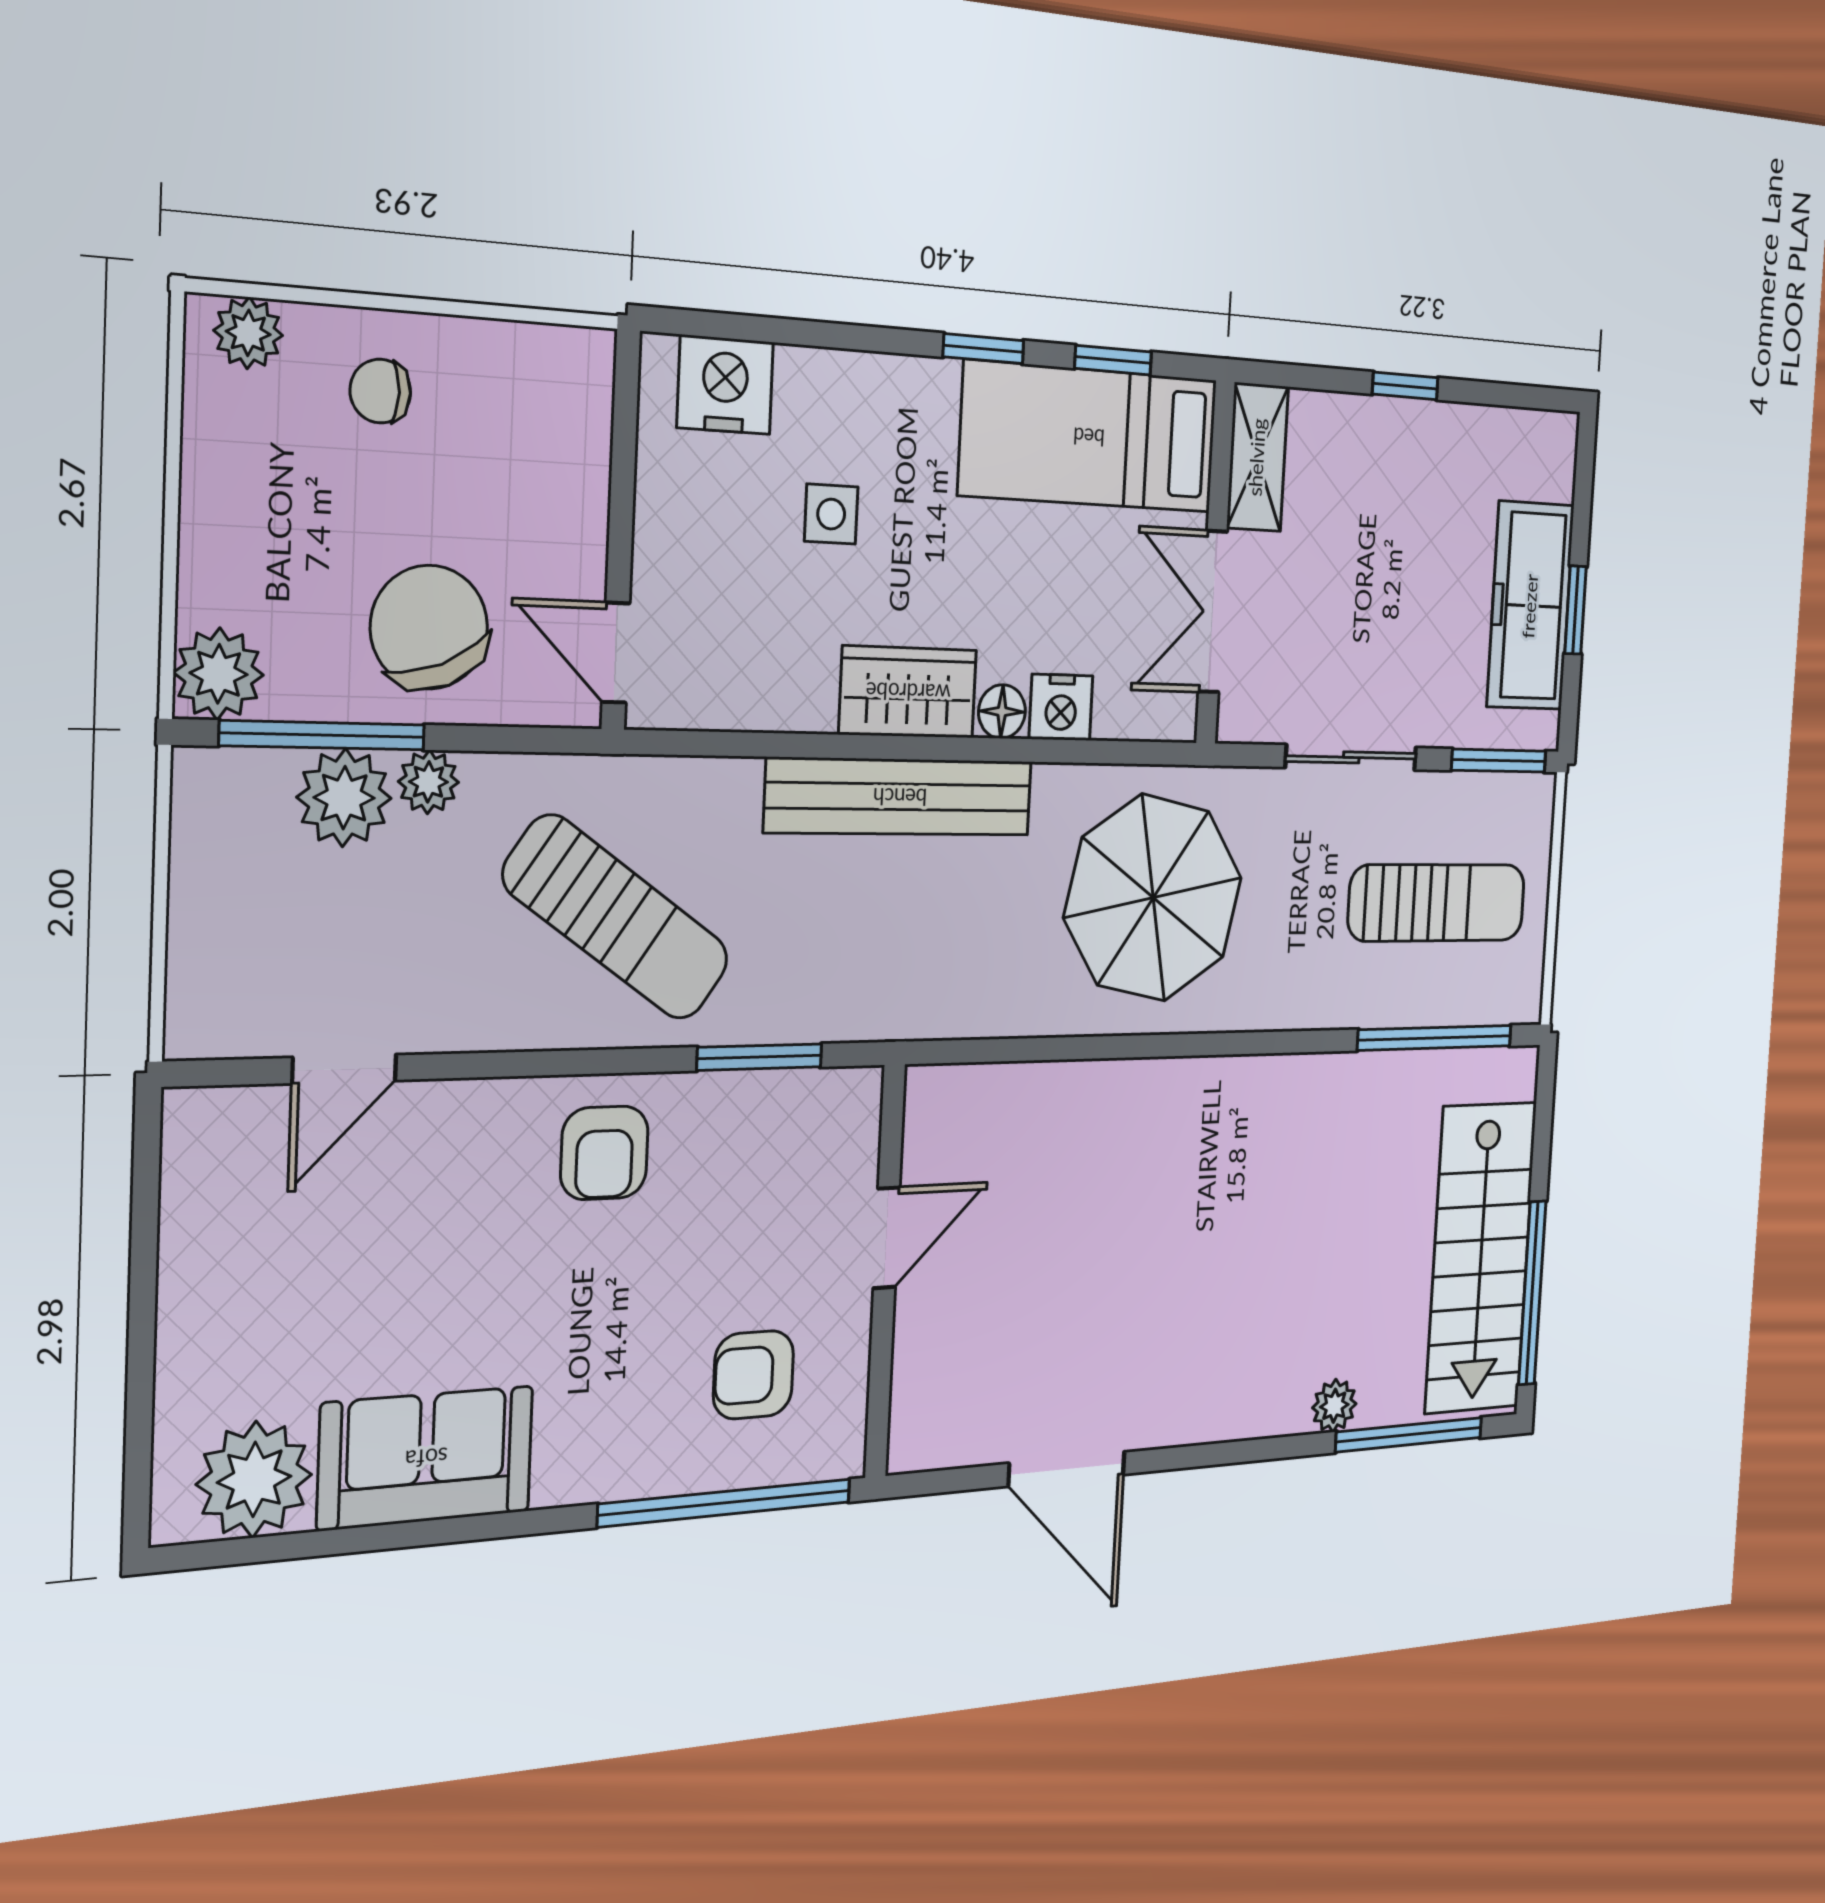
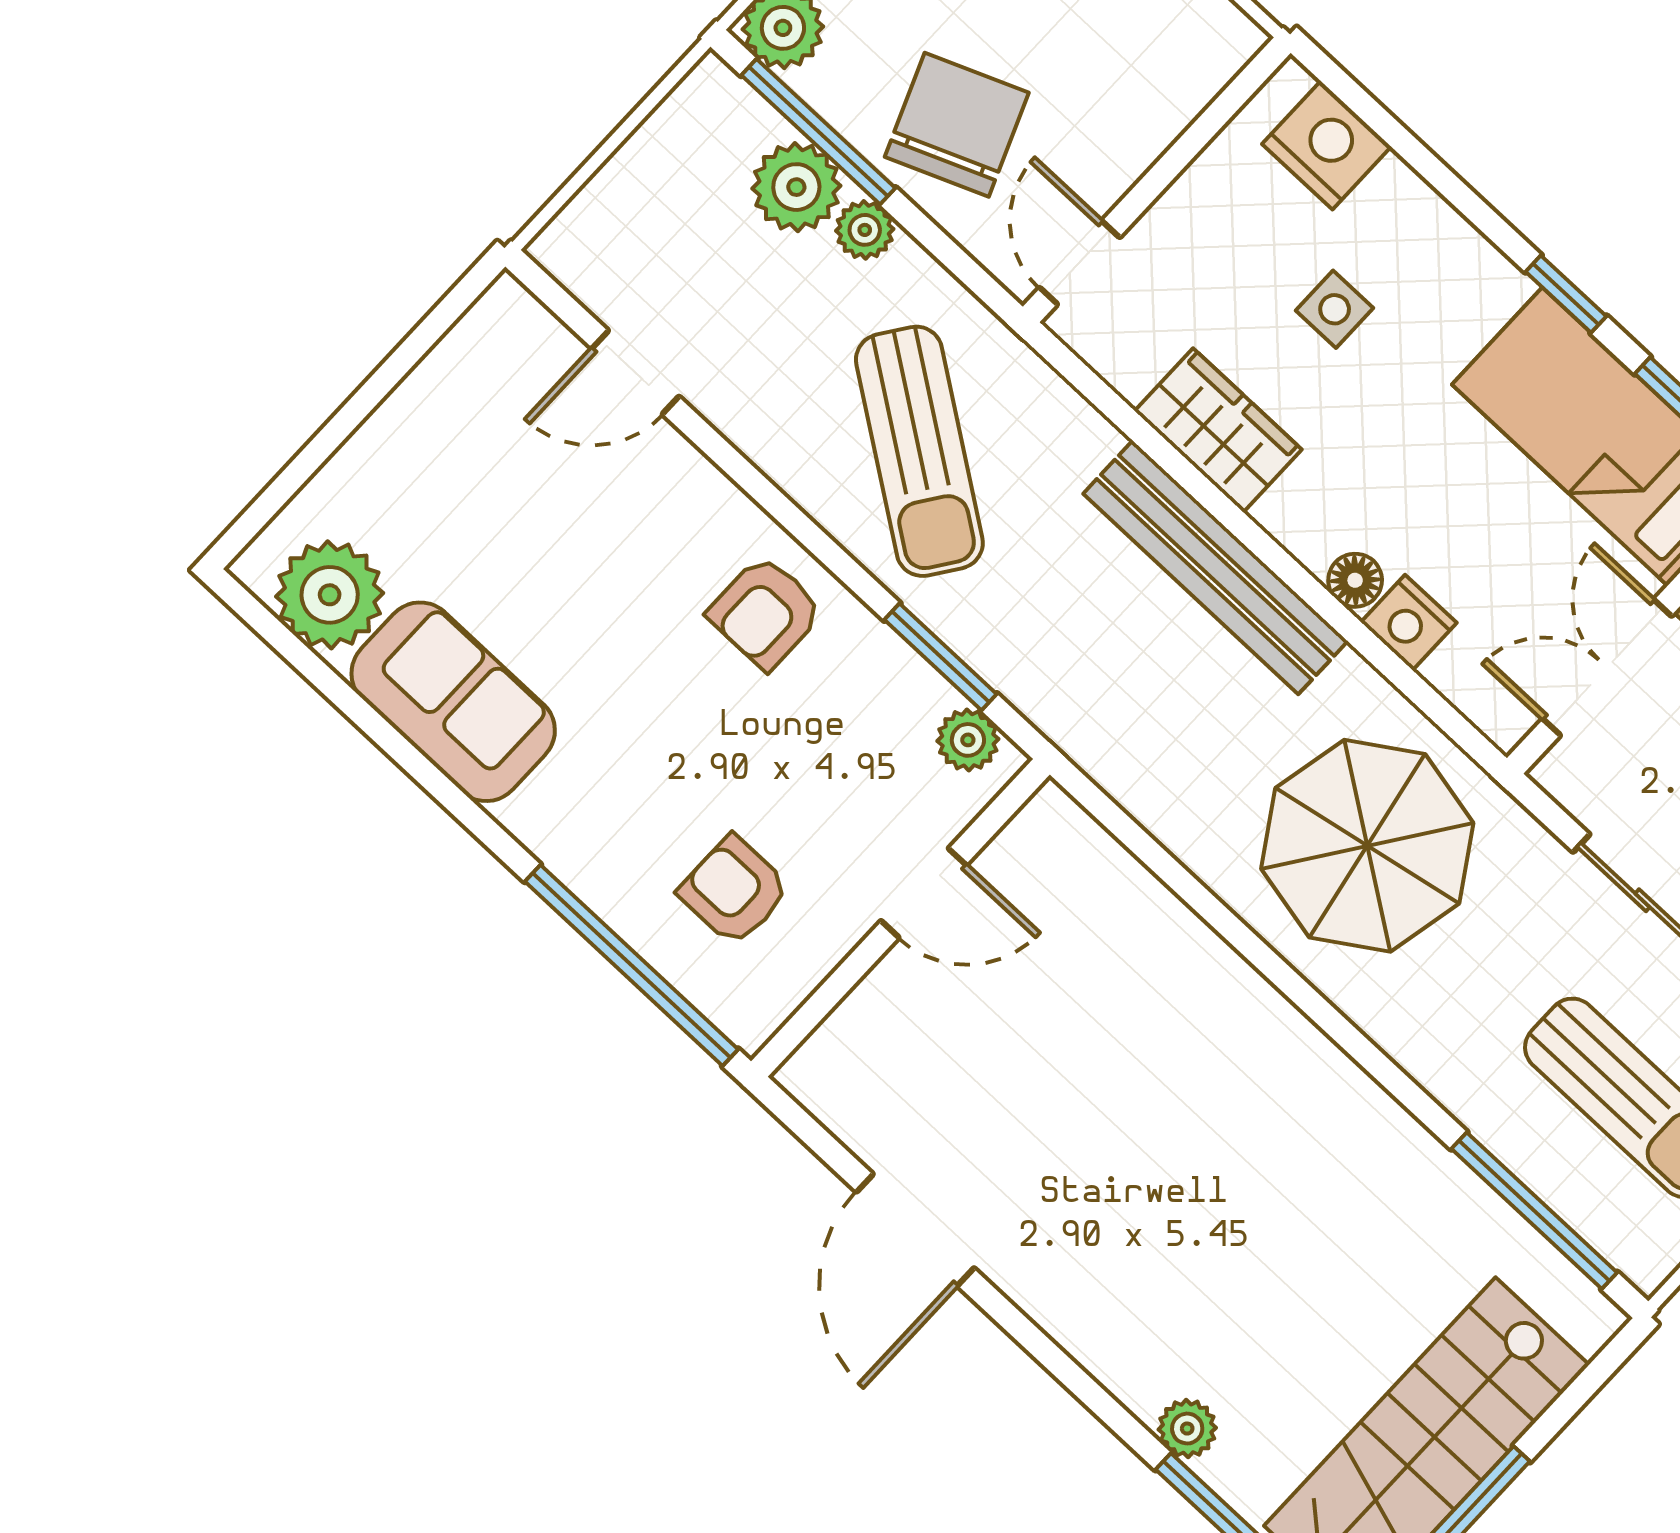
wardrobe: (908, 692) -> (1218, 430), moved
plant: (828, 1098) -> (968, 740), added

